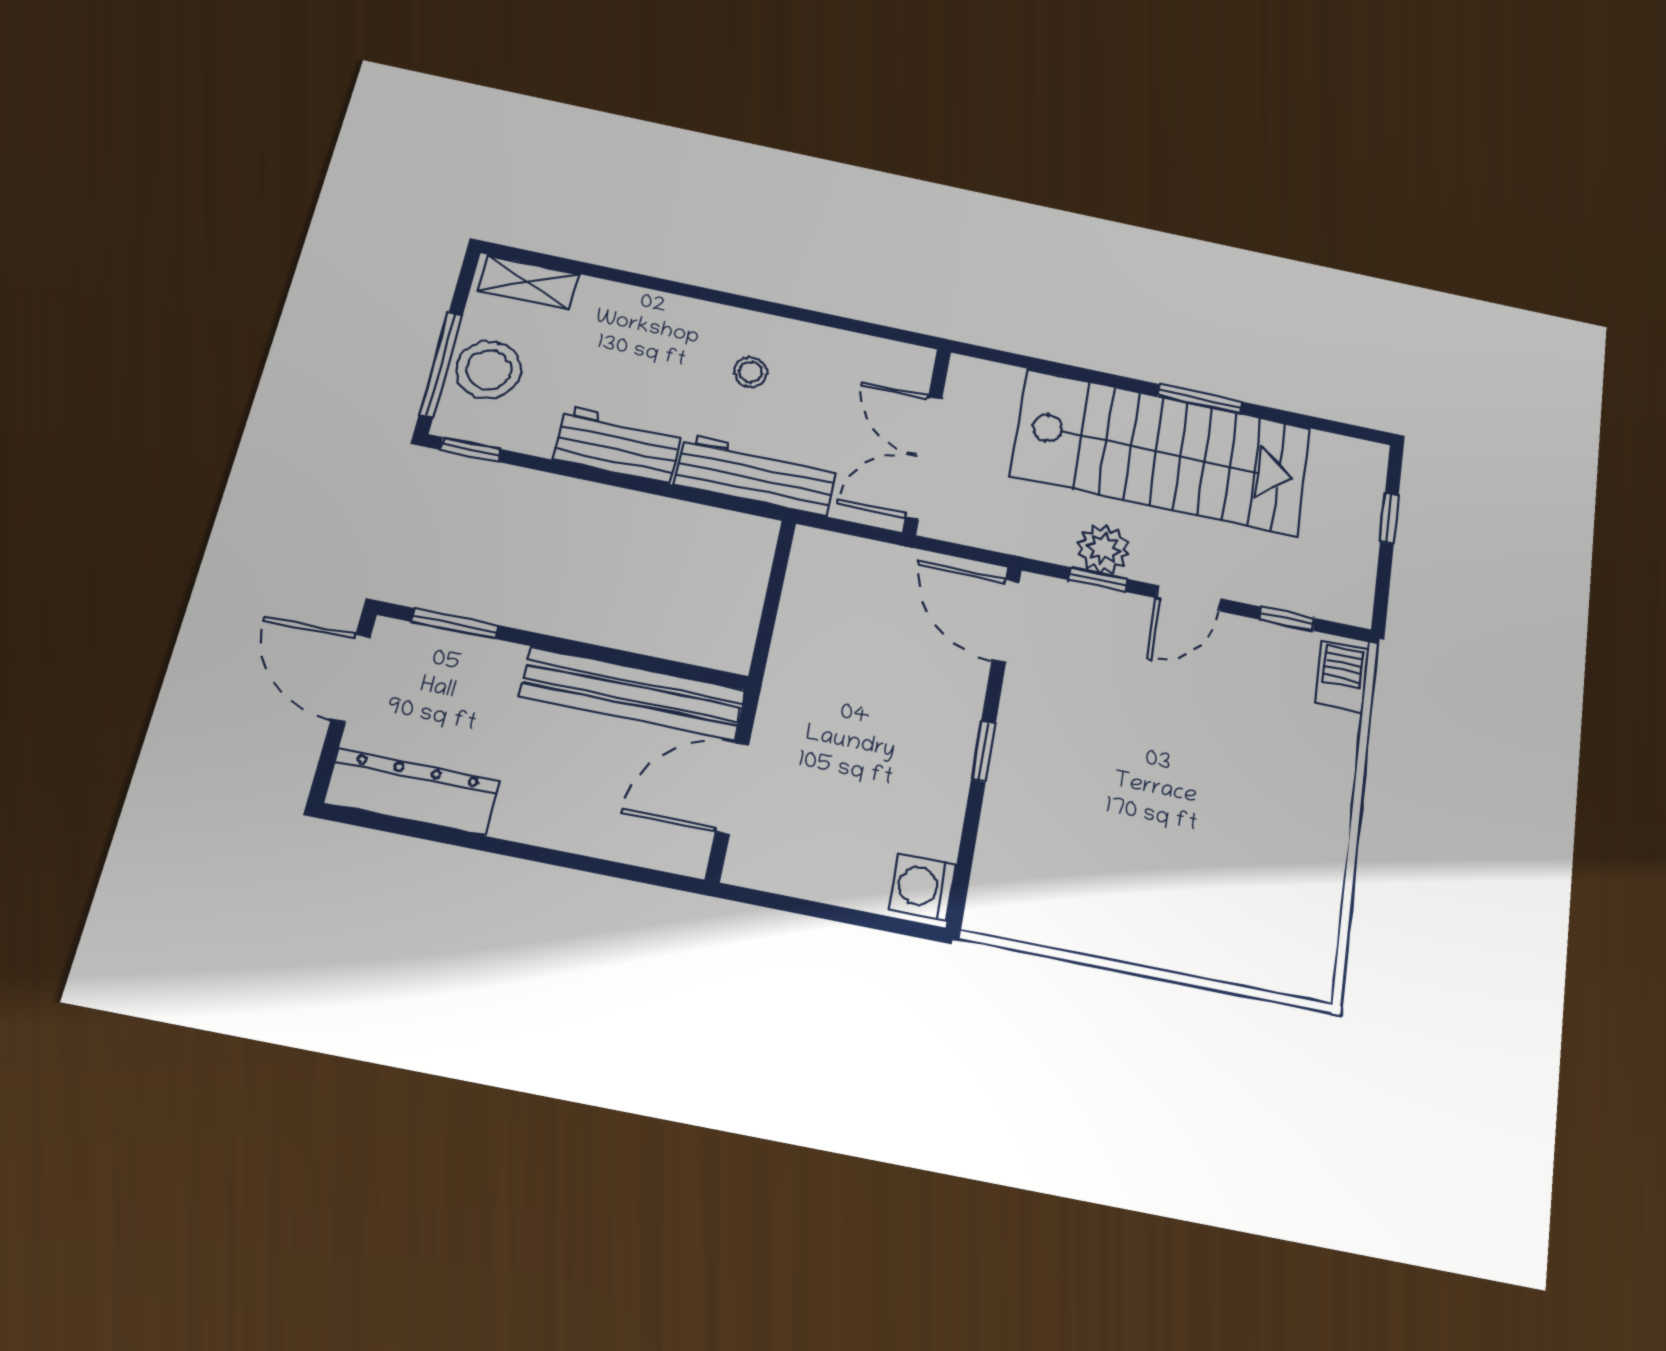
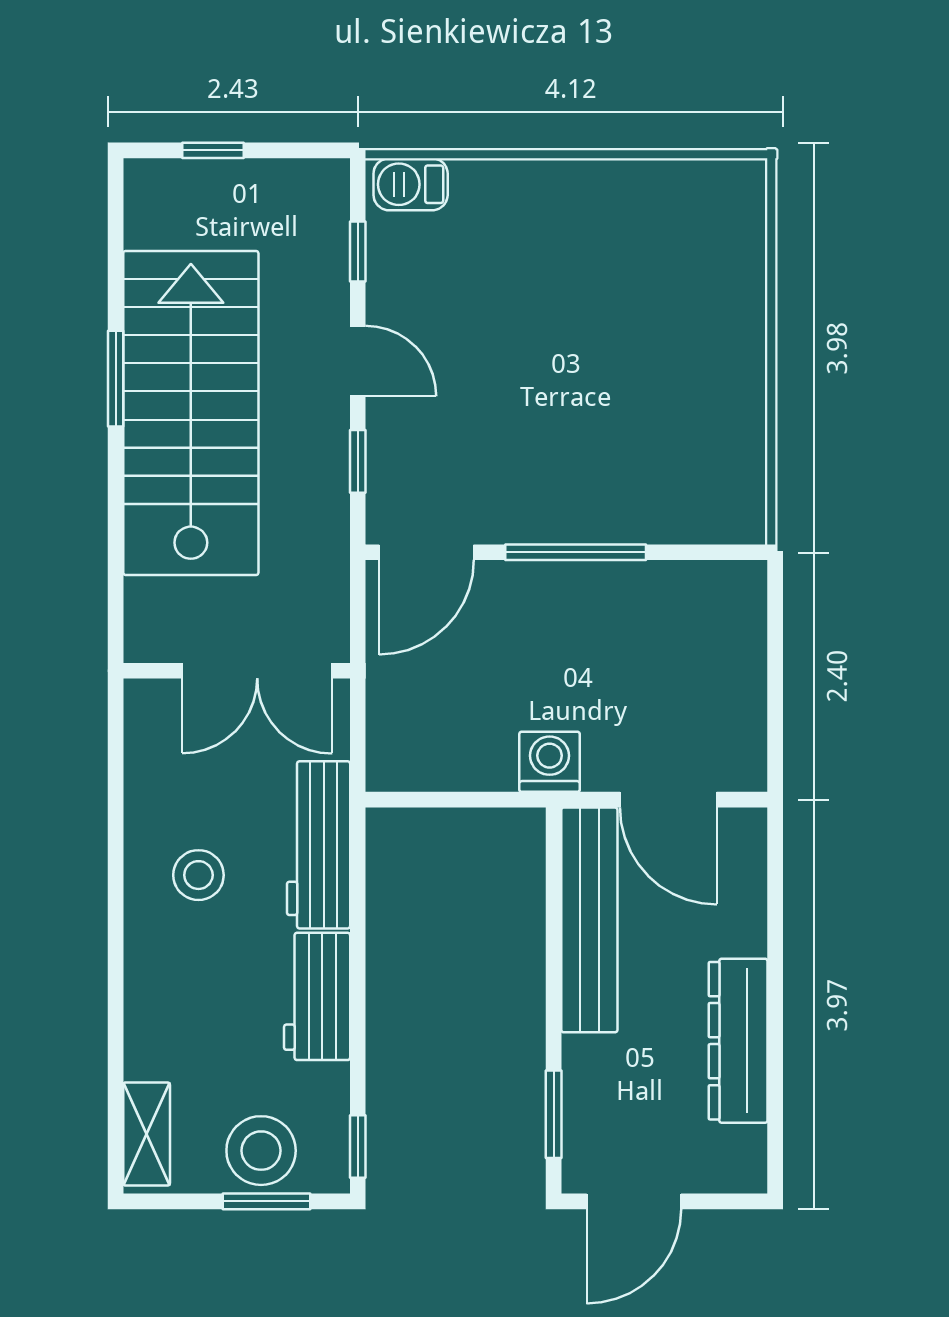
window: (441, 364) -> (267, 1201), width x0.69
stool: (750, 372) -> (198, 875), width x1.37, depth x1.37
plant: (1103, 549) -> (321, 461), removed
window: (983, 752) -> (576, 552), width x2.17
dresser: (412, 792) -> (738, 1041), moved
washing machine: (923, 887) -> (550, 762), moved, turned 180

